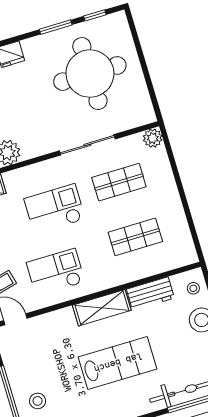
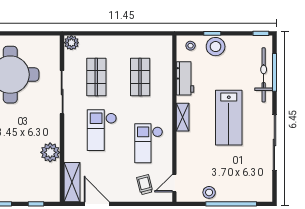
shelving: (102, 308) -> (183, 117), width x0.67, depth x0.75
lab bench: (118, 363) -> (229, 118), turned 180
stool: (38, 401) -> (209, 192), moved

